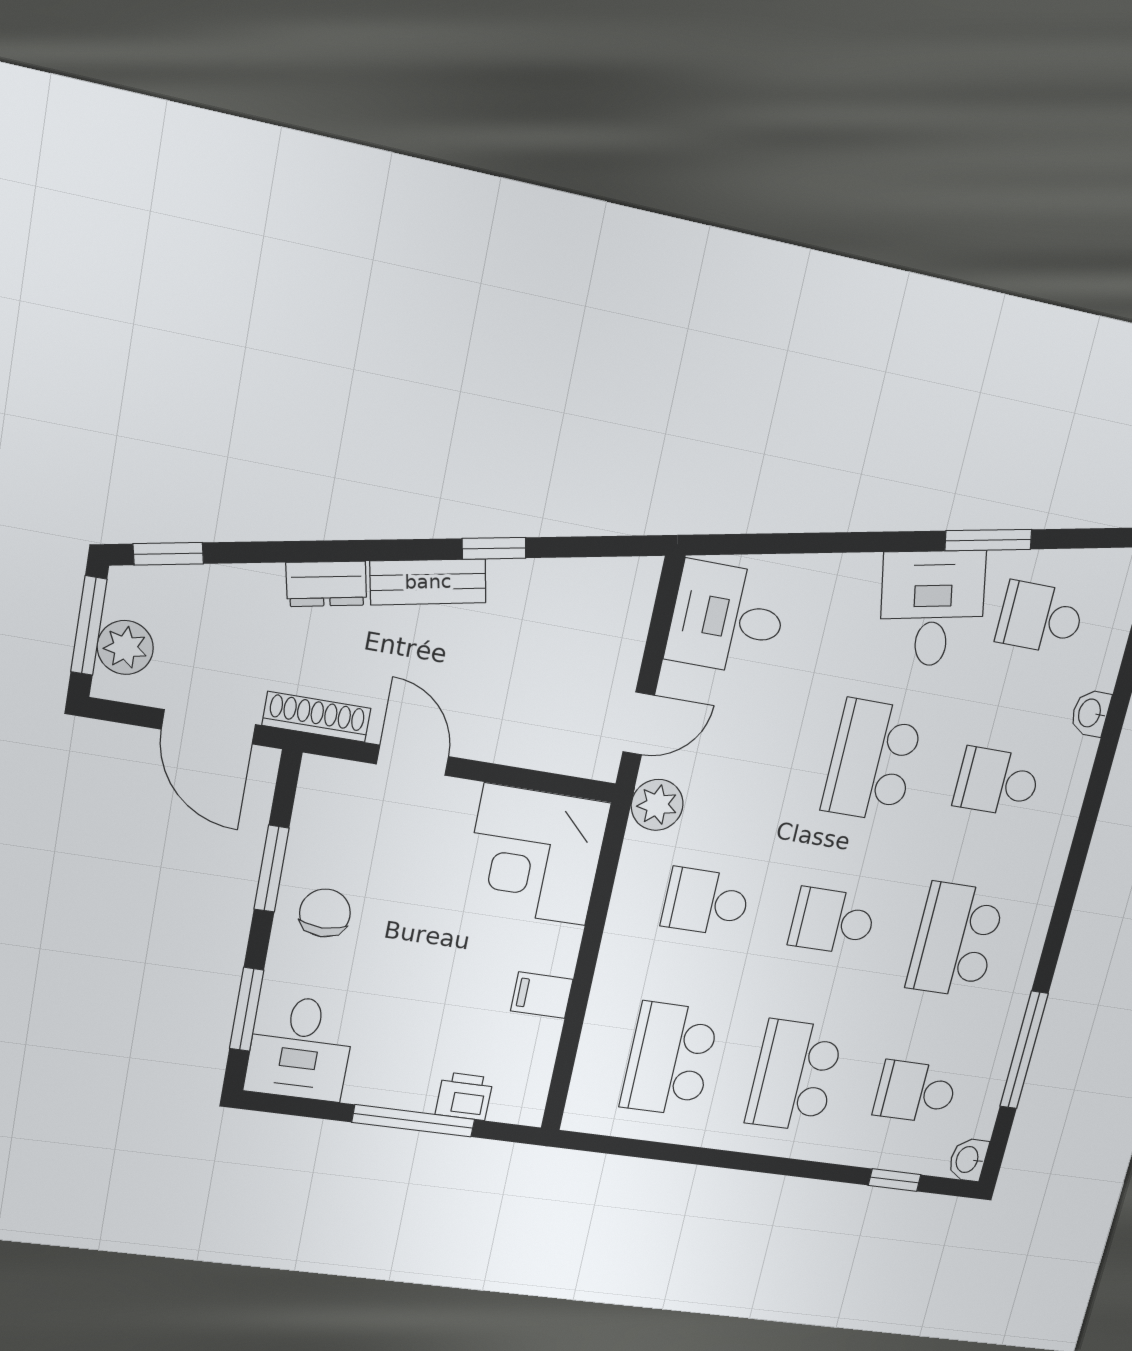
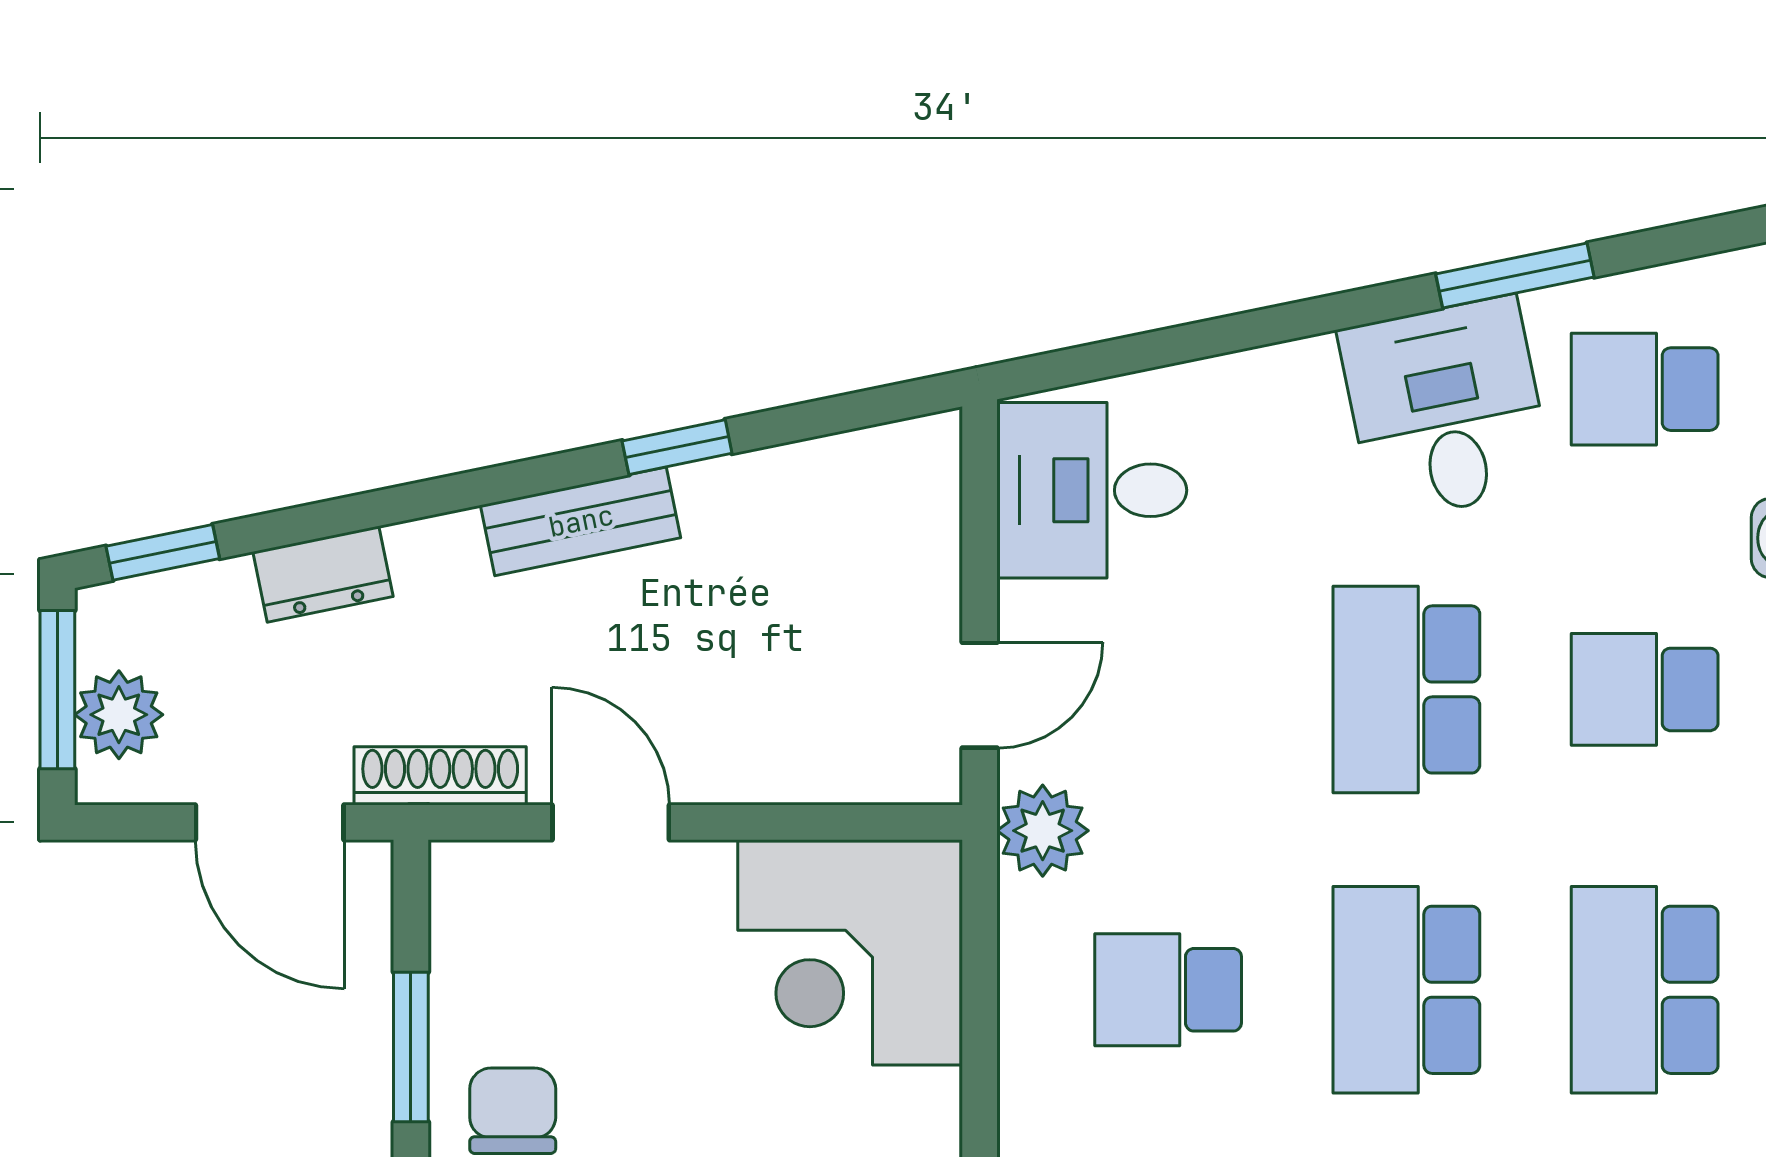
dresser: (326, 584) -> (323, 574), moved
school desk: (833, 921) -> (1406, 990), width x1.85

